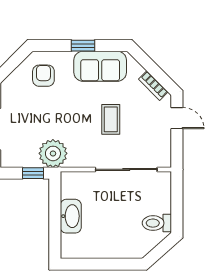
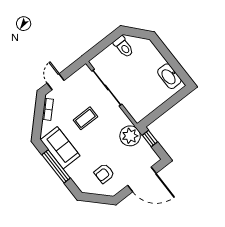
window: (83, 46) -> (56, 166), width x2.17
armchair: (43, 76) -> (104, 173), moved
washbasin: (71, 216) -> (169, 76), moved, turned -90

